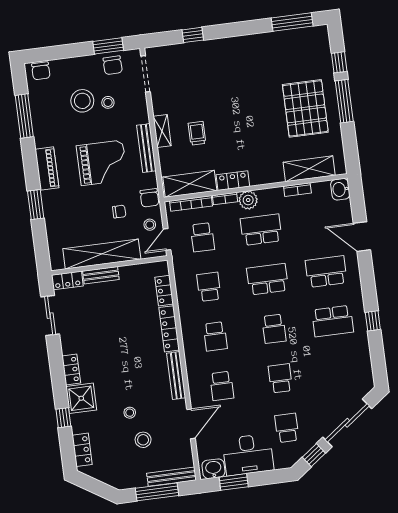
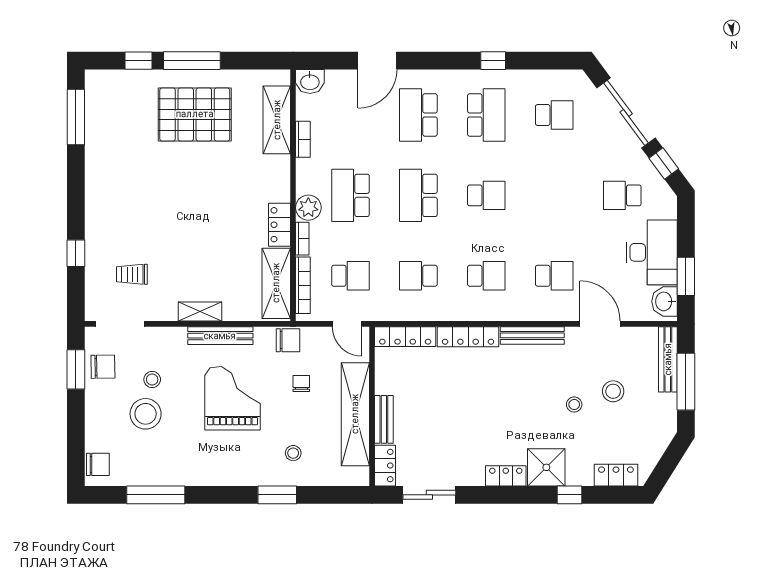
trolley: (197, 133) -> (132, 274), moved
piano: (47, 168) -> (231, 473), removed
stool: (150, 225) -> (293, 453), moved
locker: (164, 291) -> (405, 337), width x1.53
school desk: (280, 378) -> (554, 115), moved, turned 180

